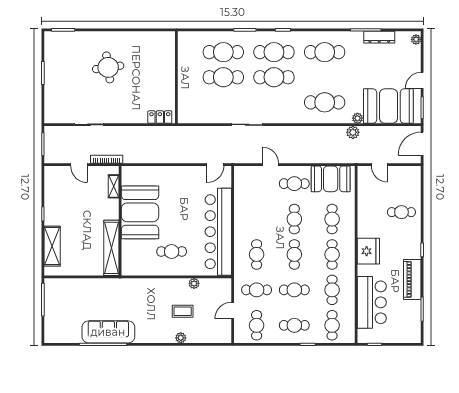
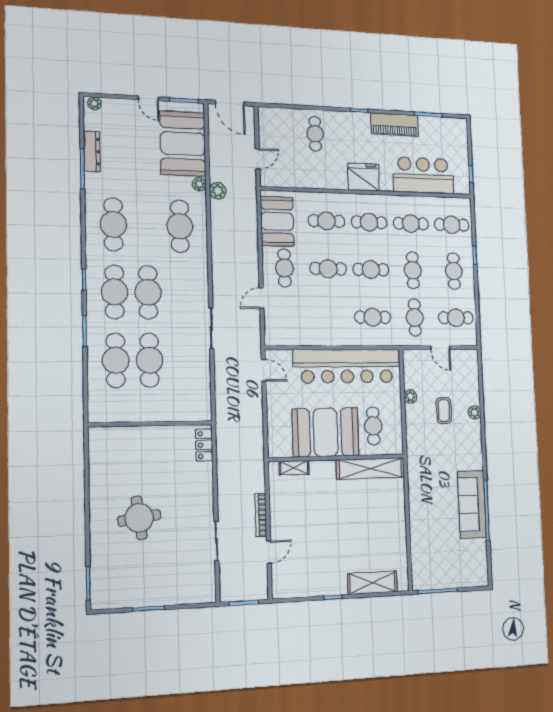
shelving: (114, 186) -> (294, 468), moved
booth: (140, 212) -> (326, 432), moved
wall: (120, 221) -> (337, 458), moved
shelving: (111, 248) -> (370, 468), moved

